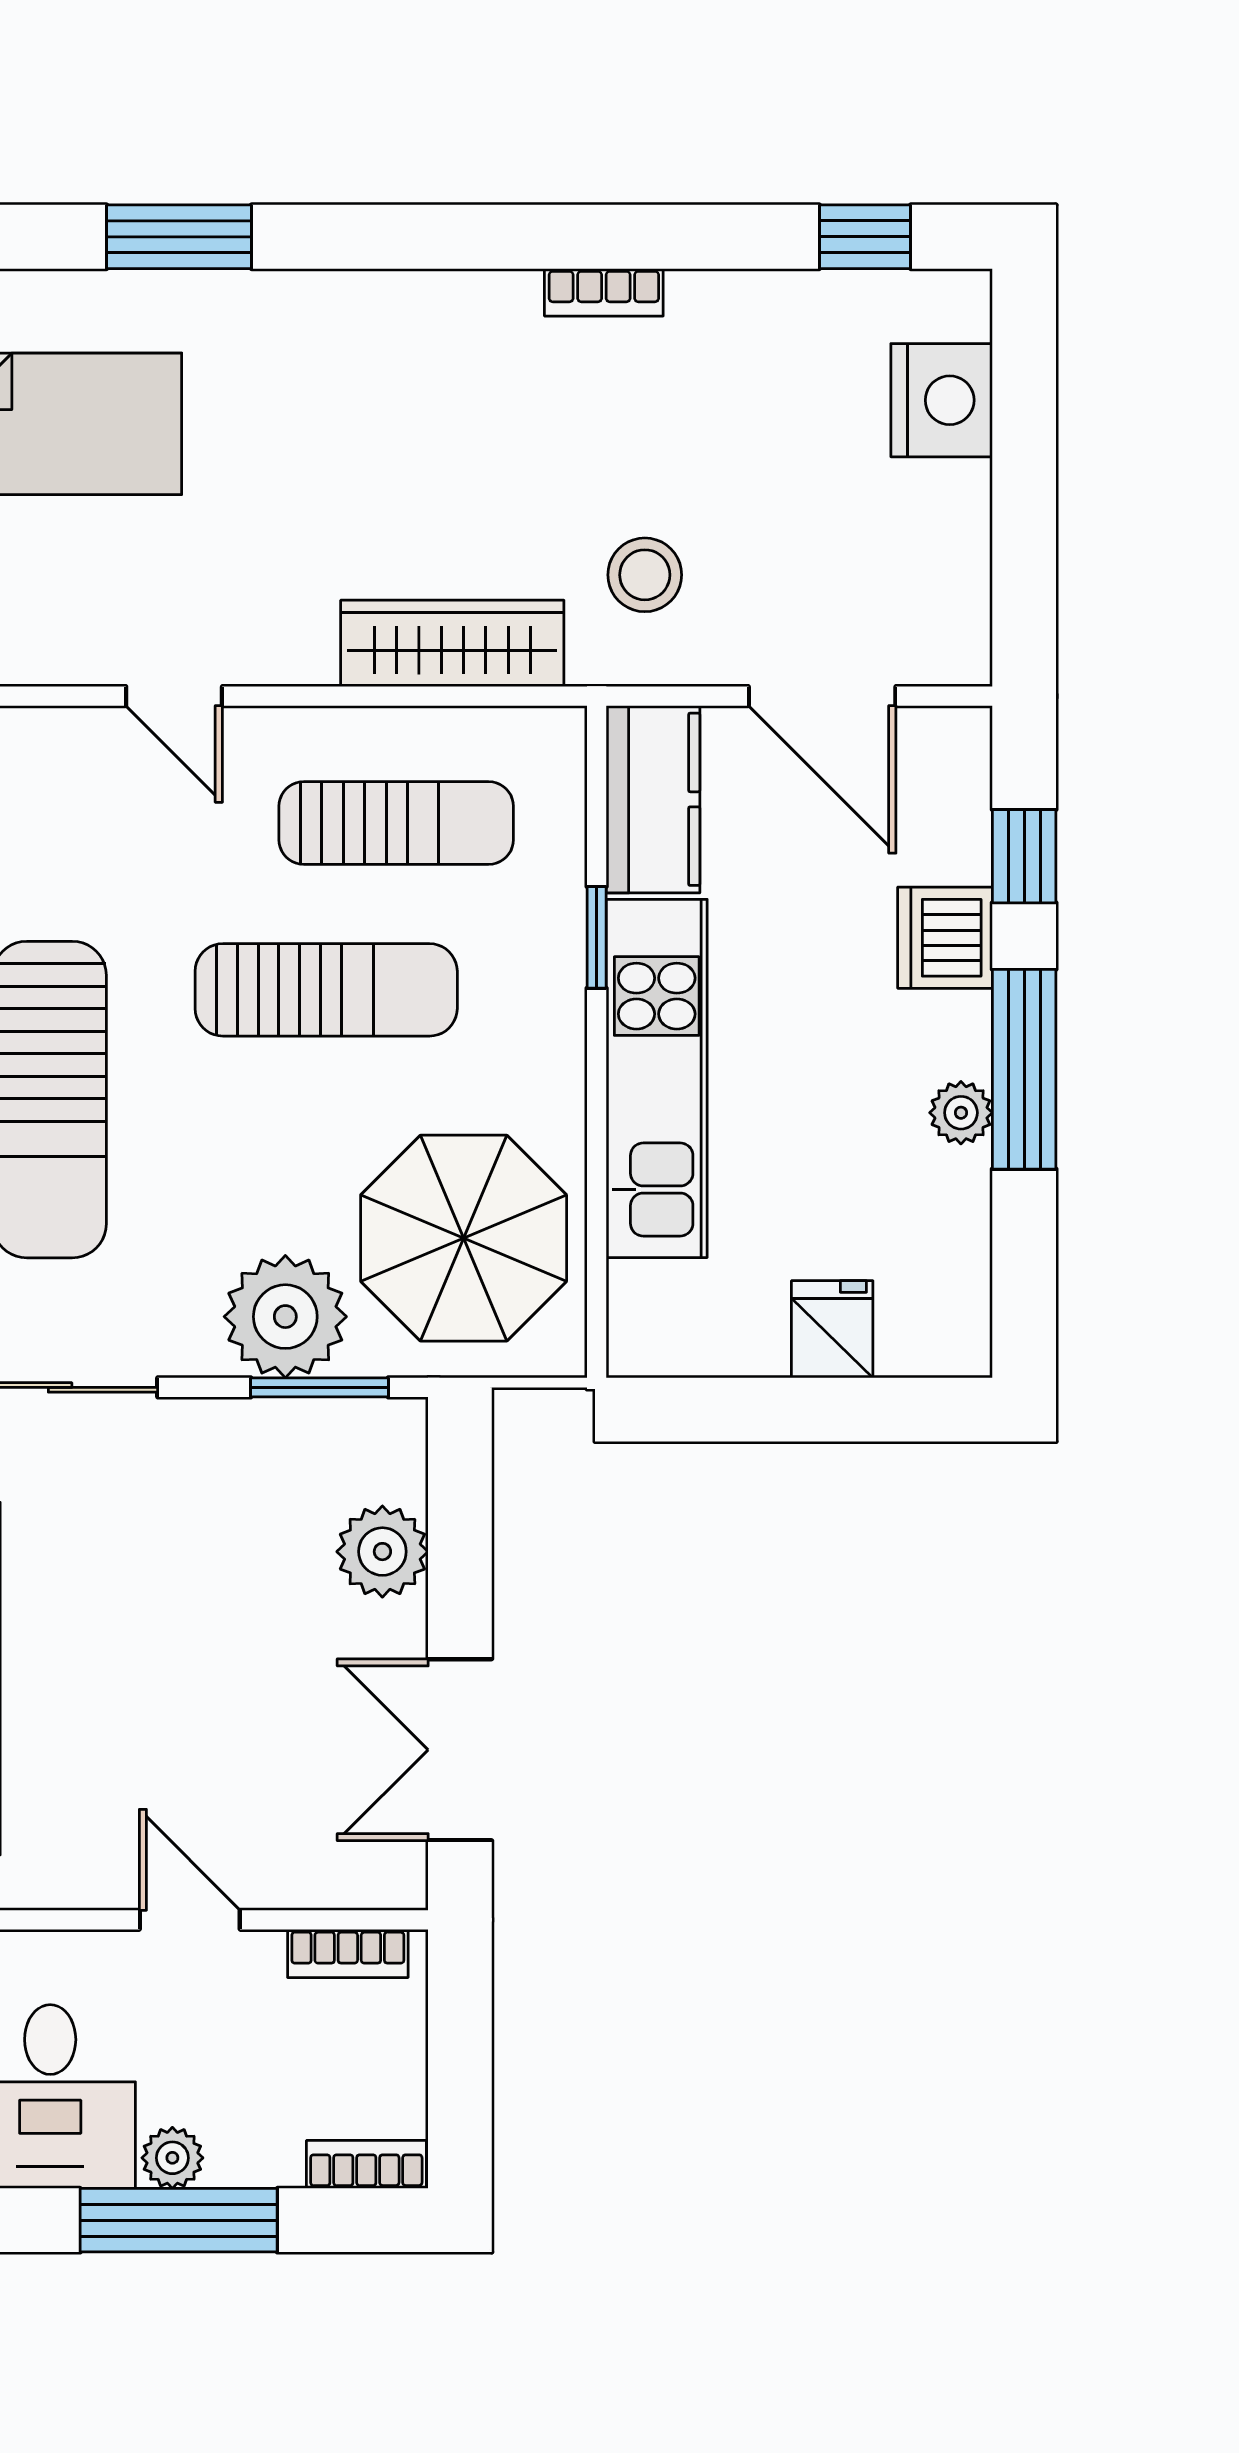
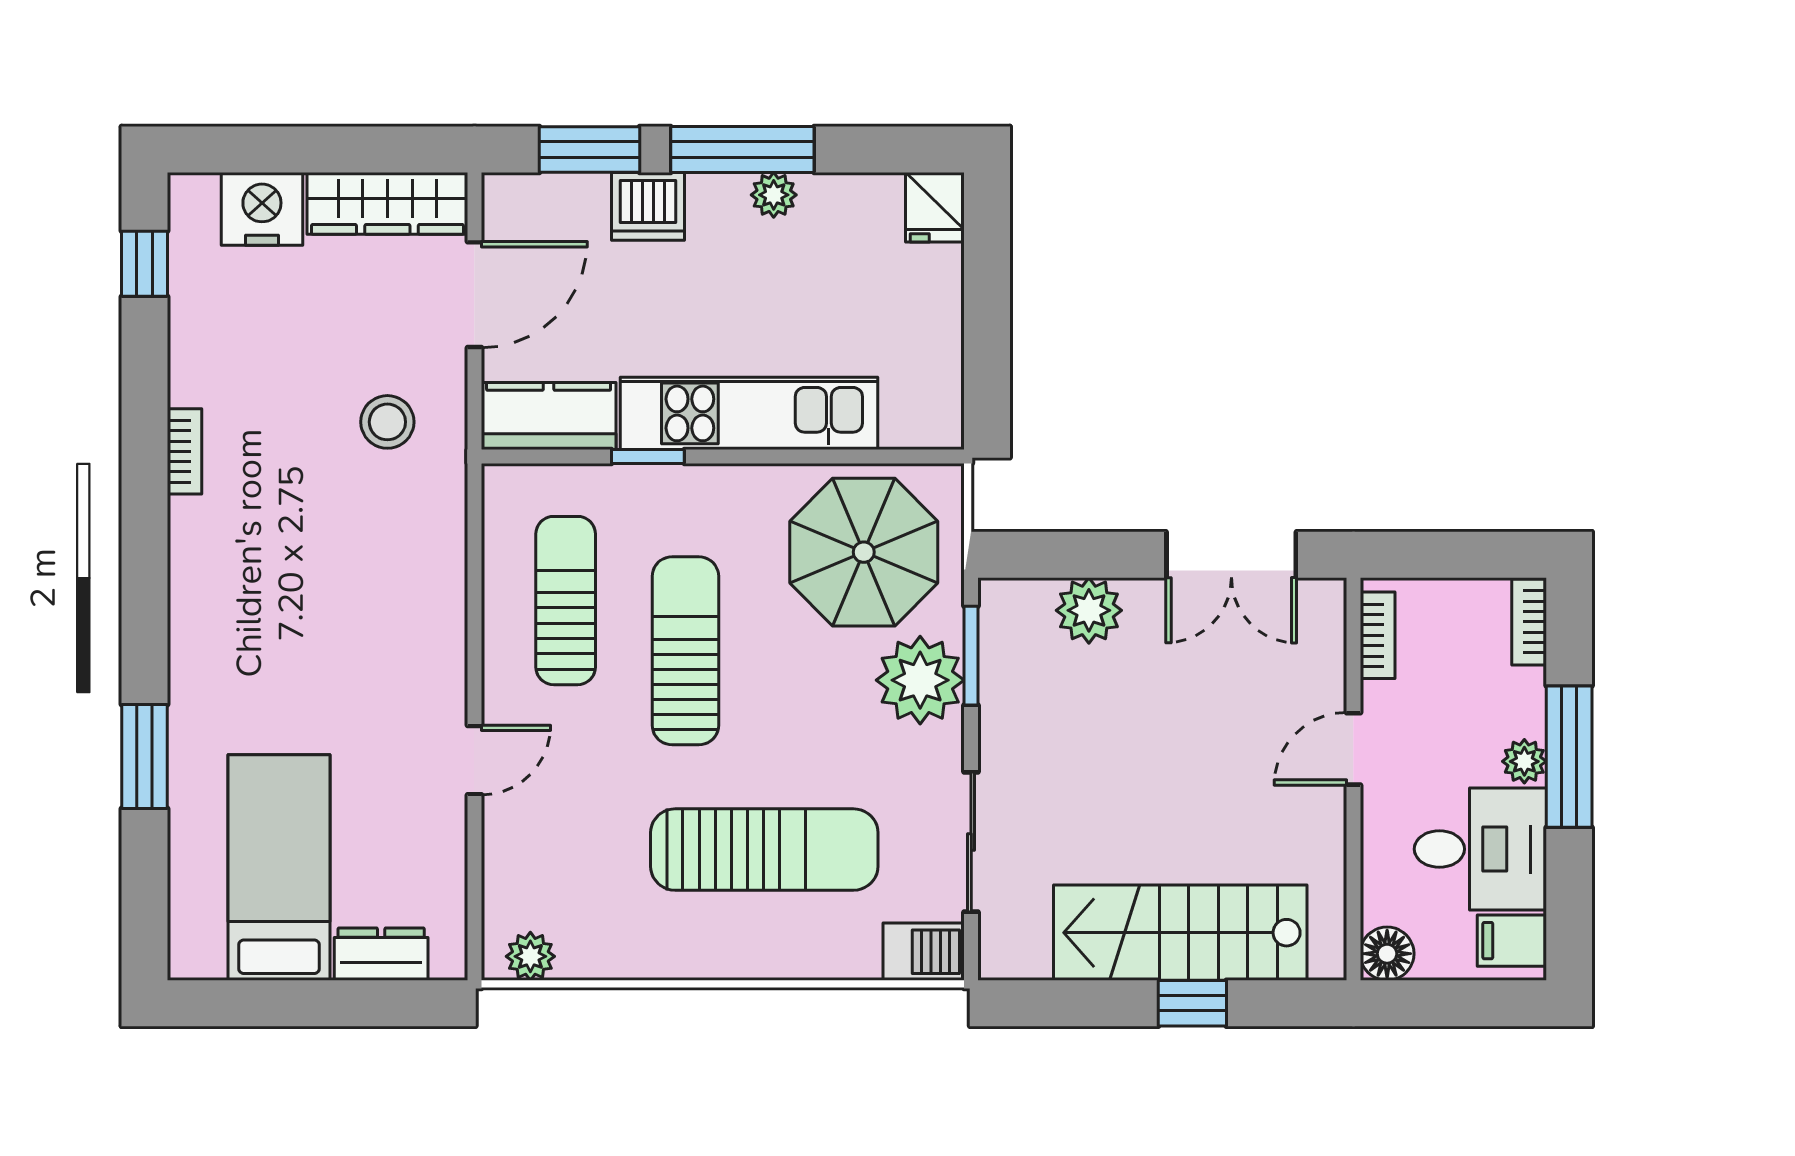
wardrobe: (452, 643) -> (387, 203), moved, turned -90
window: (1024, 856) -> (589, 149), width x1.50
fridge: (832, 1329) -> (935, 207), moved, turned -90

